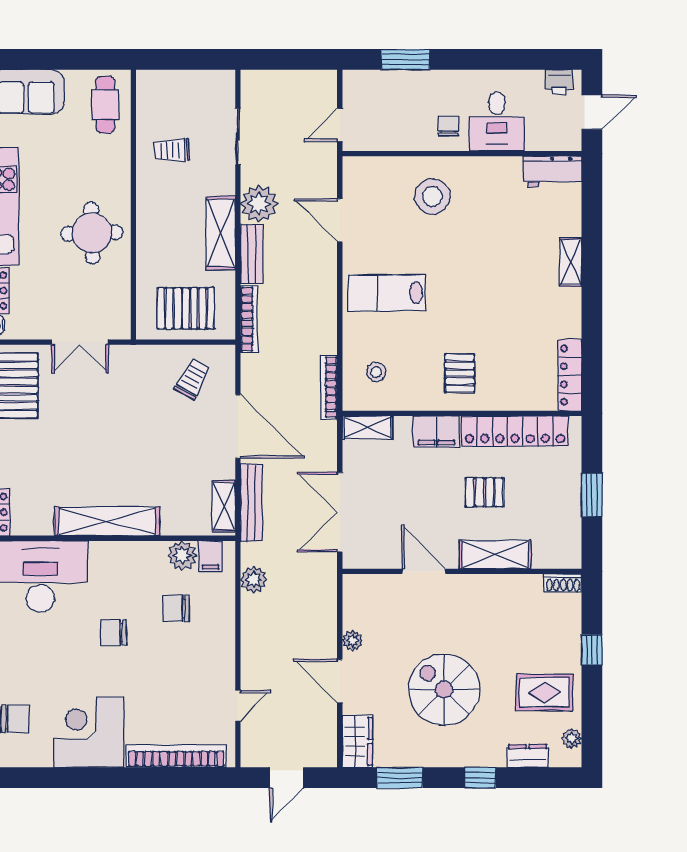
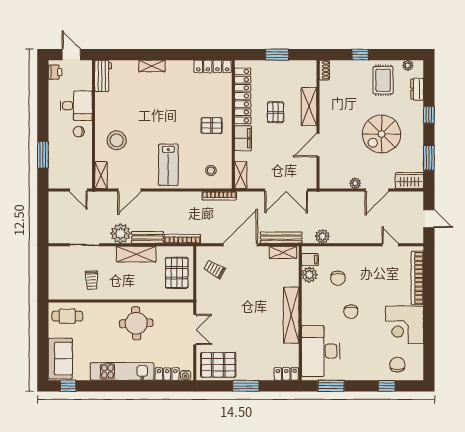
shelving: (367, 168) -> (101, 175), added

